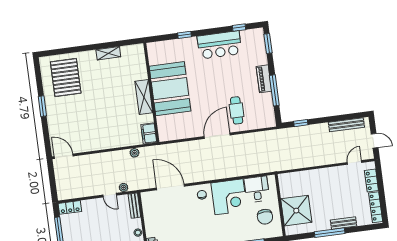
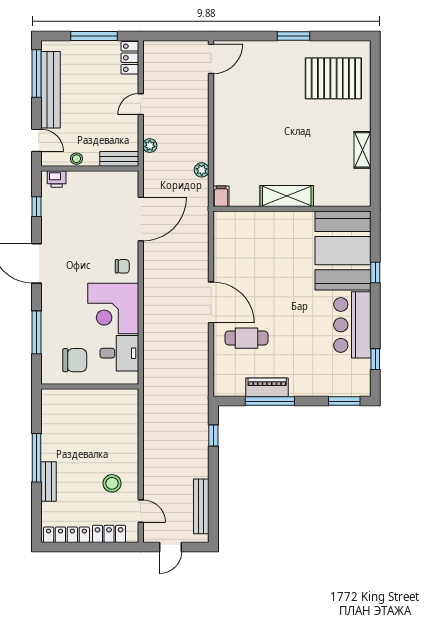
piano: (264, 79) -> (267, 387), moved
booth: (170, 89) -> (343, 251), moved, turned 90
filing cabinet: (149, 133) -> (221, 196), width x0.50
stool: (339, 183) -> (112, 483), added
door: (110, 195) -> (141, 104), moved
shower: (296, 211) -> (78, 410), removed
chair: (265, 217) -> (75, 360), turned 180

